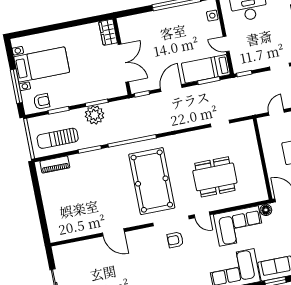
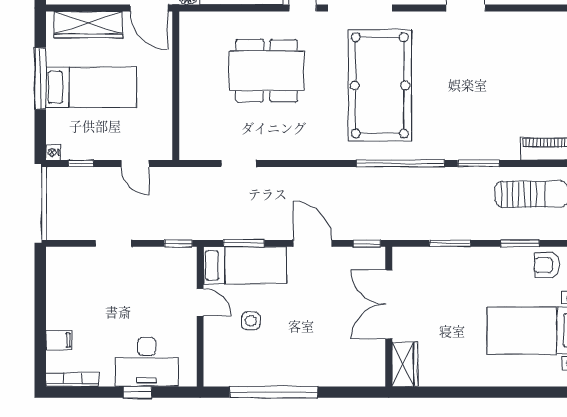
side table: (212, 16) -> (251, 321), moved
door: (171, 88) -> (313, 243), swing flipped
door: (276, 112) -> (135, 163), hinge flipped
plant: (94, 115) -> (458, 223), removed

